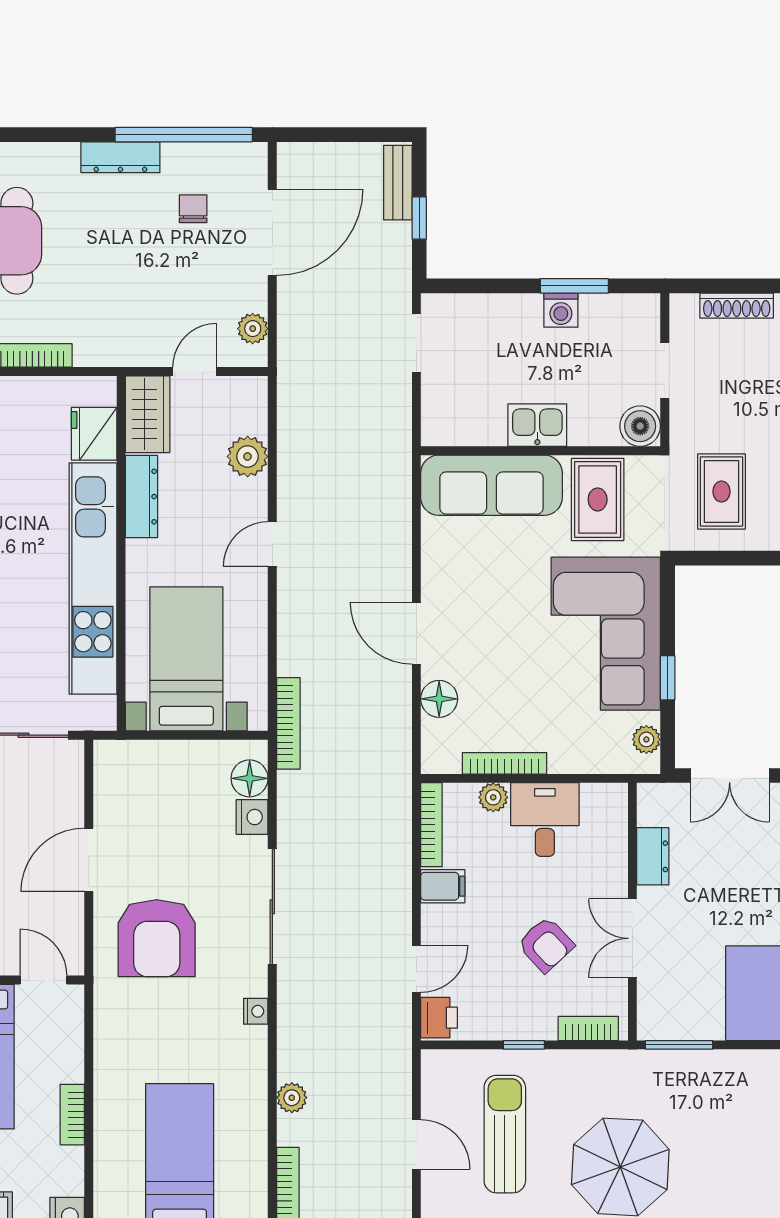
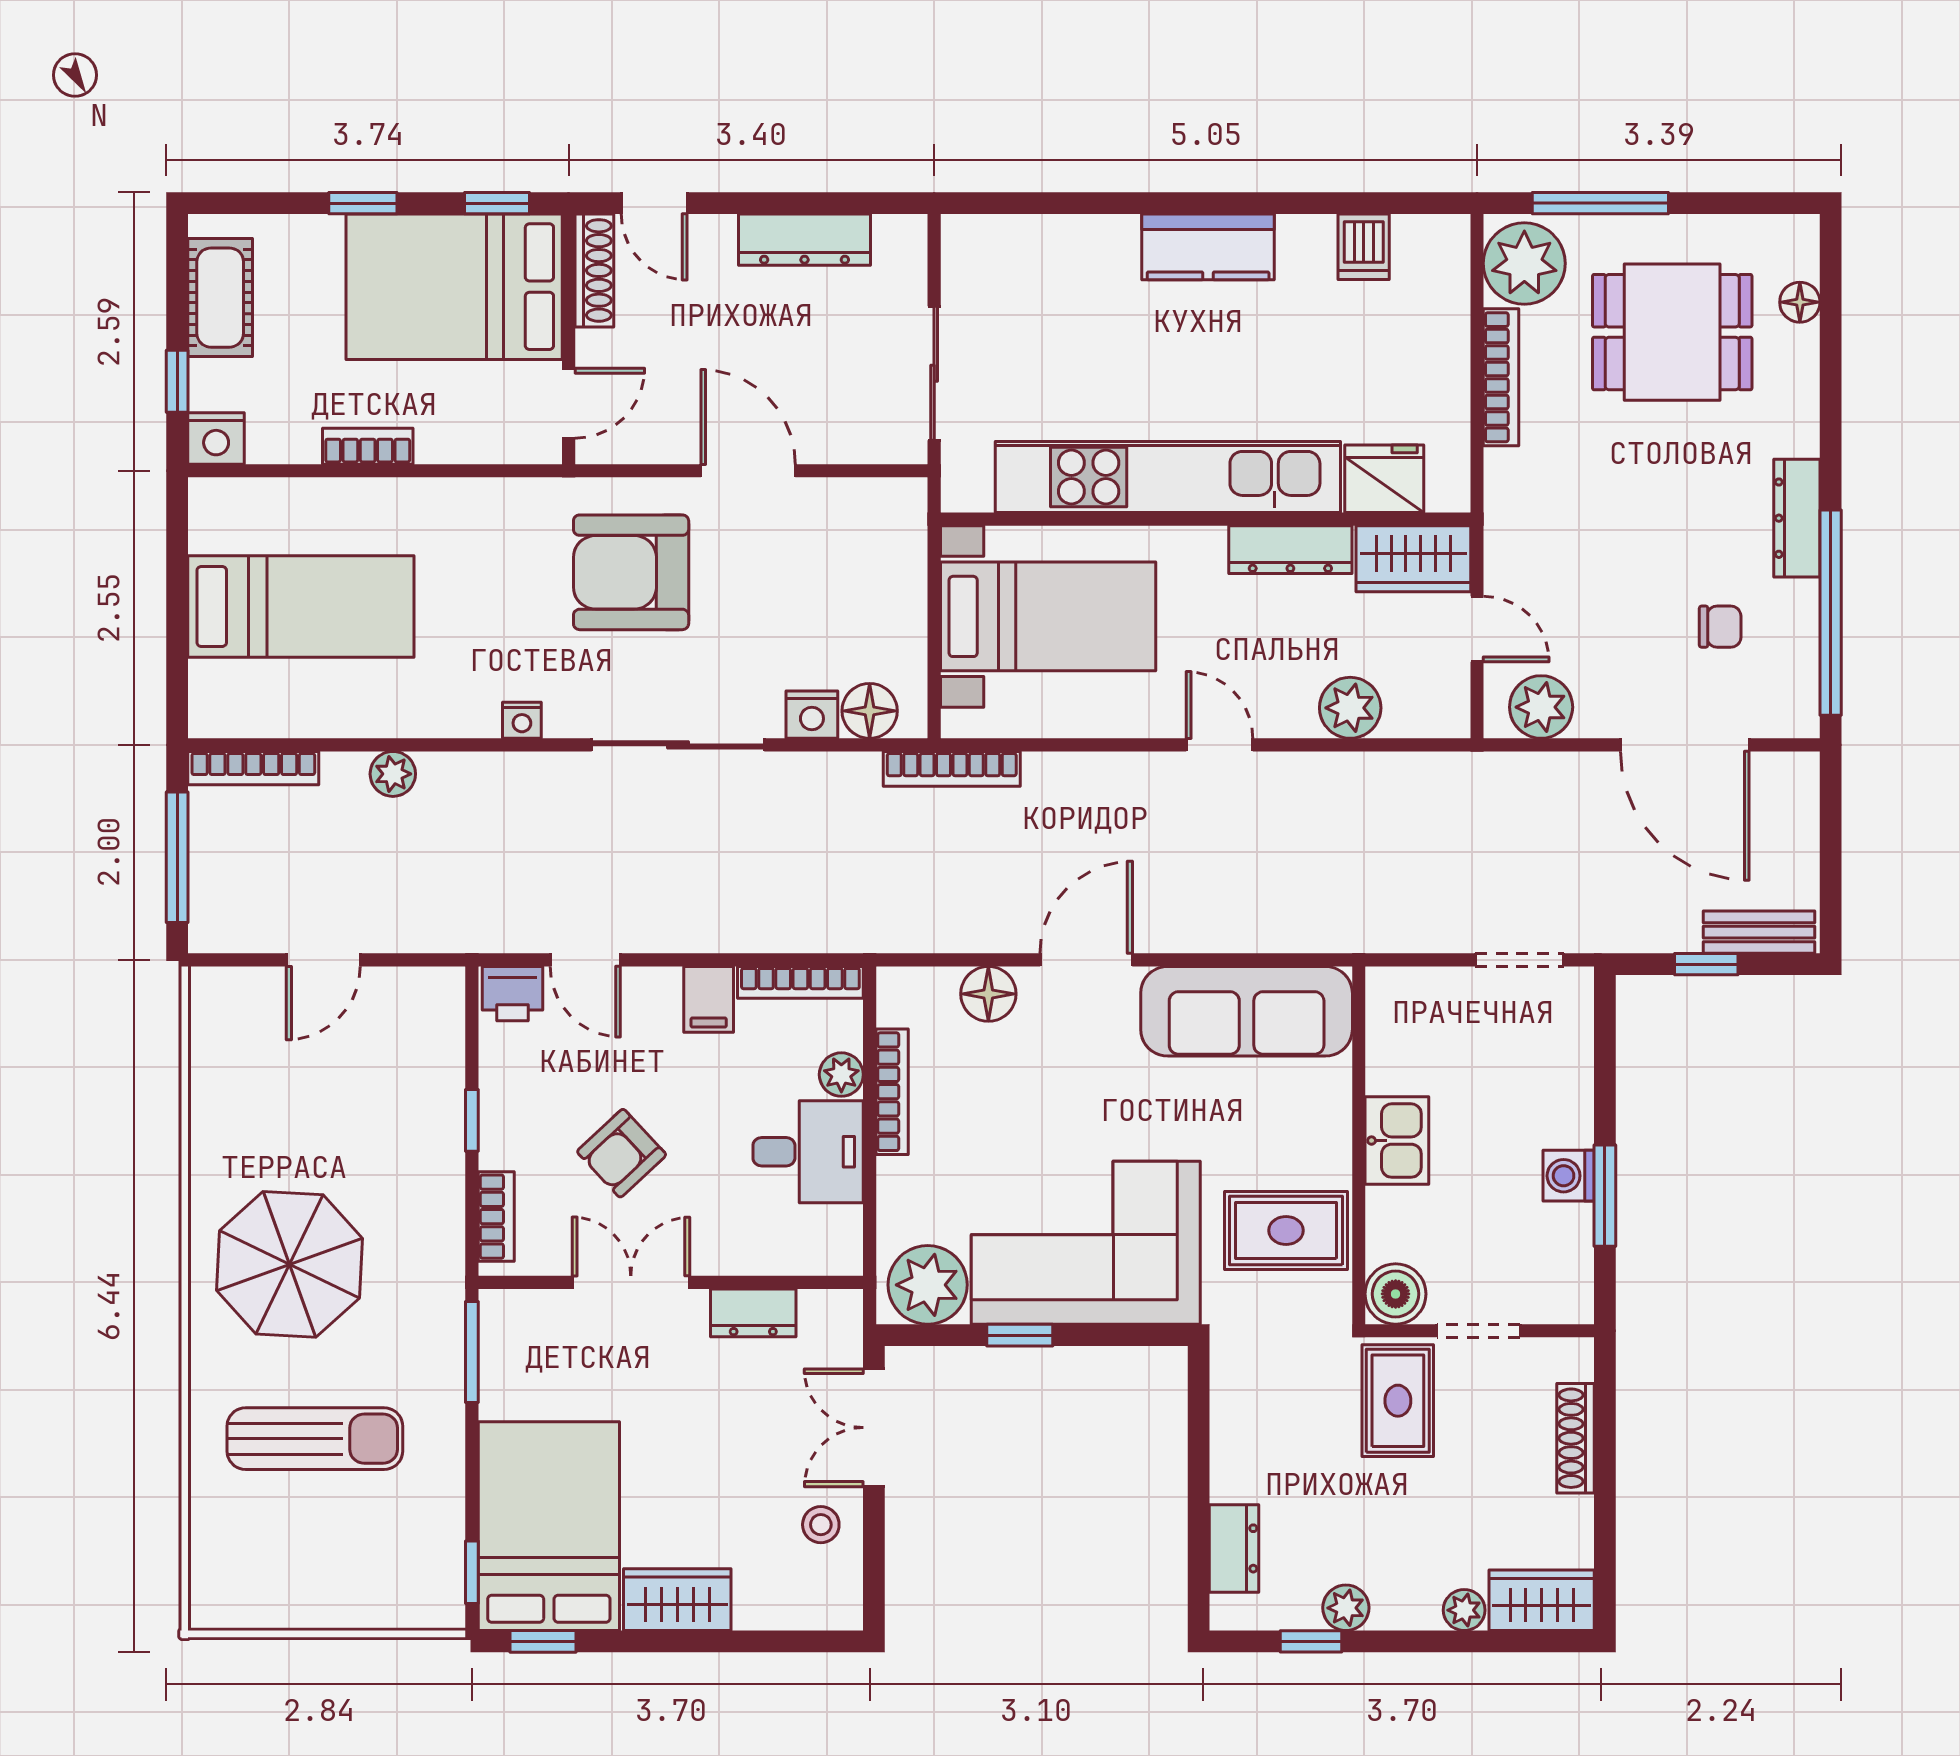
plant: (253, 329) -> (1541, 707), width x1.38, depth x1.38
sofa: (491, 485) -> (1247, 1011), moved, turned -90
rug: (721, 492) -> (1398, 1401), moved, turned 90
plant: (646, 739) -> (928, 1285), width x1.88, depth x1.88
sun lounger: (505, 1134) -> (315, 1439), moved

